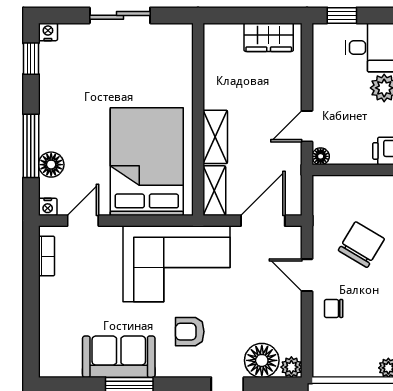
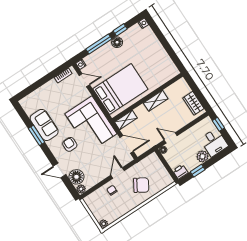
sliding door: (120, 15) -> (166, 45), removed
window: (31, 59) -> (120, 30), moved
shelving: (215, 137) -> (156, 101), moved
floor lamp: (51, 165) -> (117, 42), moved

